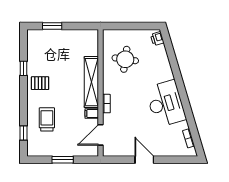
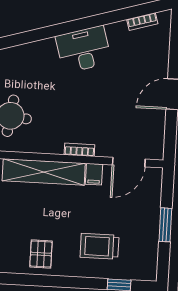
window: (24, 68) -> (16, 279), removed
desk: (166, 104) -> (84, 49), width x0.73, depth x0.77
door: (101, 135) -> (129, 162), hinge flipped

